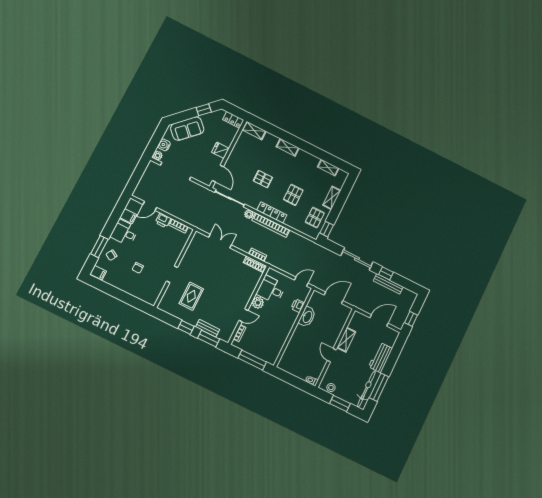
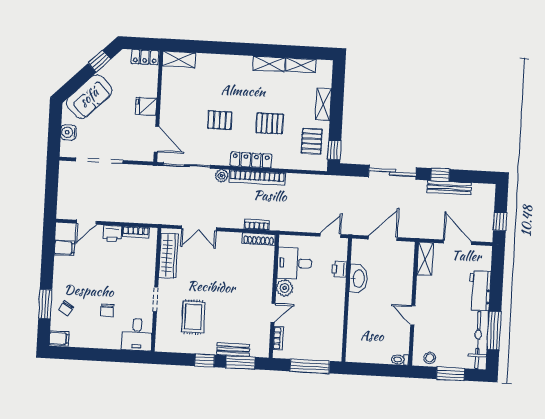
shelving: (288, 147) -> (269, 64), moved
plant: (158, 156) -> (66, 150), removed
pallet: (293, 195) -> (270, 123), turned 90
desk: (124, 233) -> (137, 335), moved, turned -90
double door: (220, 241) -> (199, 228), swing flipped
wardrobe: (193, 250) -> (168, 256), added
door: (379, 321) -> (457, 242), hinge flipped
shelving: (346, 340) -> (425, 259), moved

